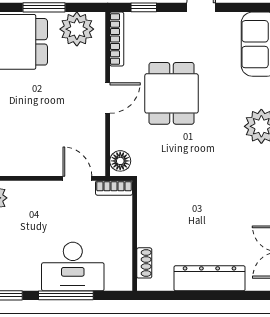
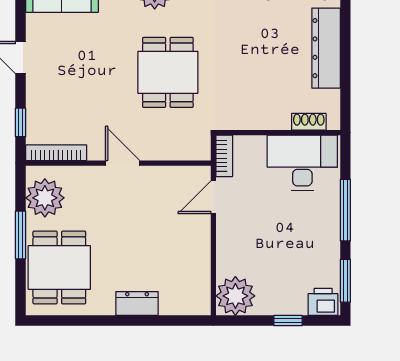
dining table: (172, 93) -> (168, 72), moved, turned 90
floor lamp: (120, 161) -> (194, 149), removed
desk: (73, 266) -> (302, 163), moved, turned -90

